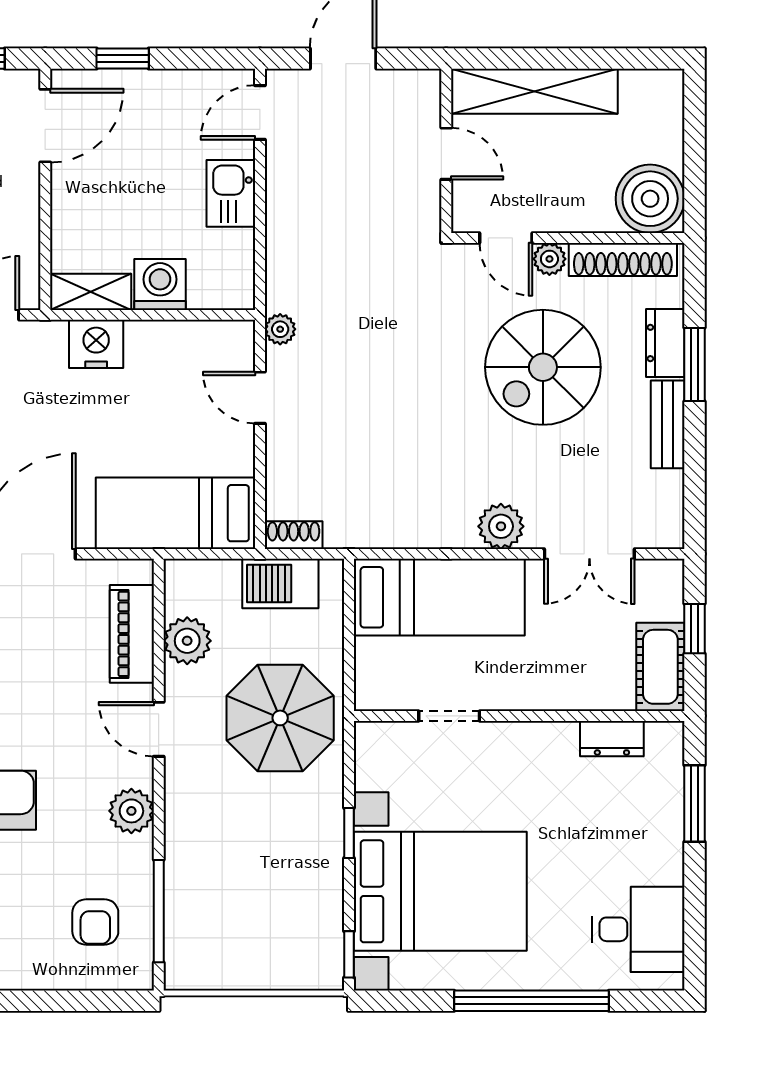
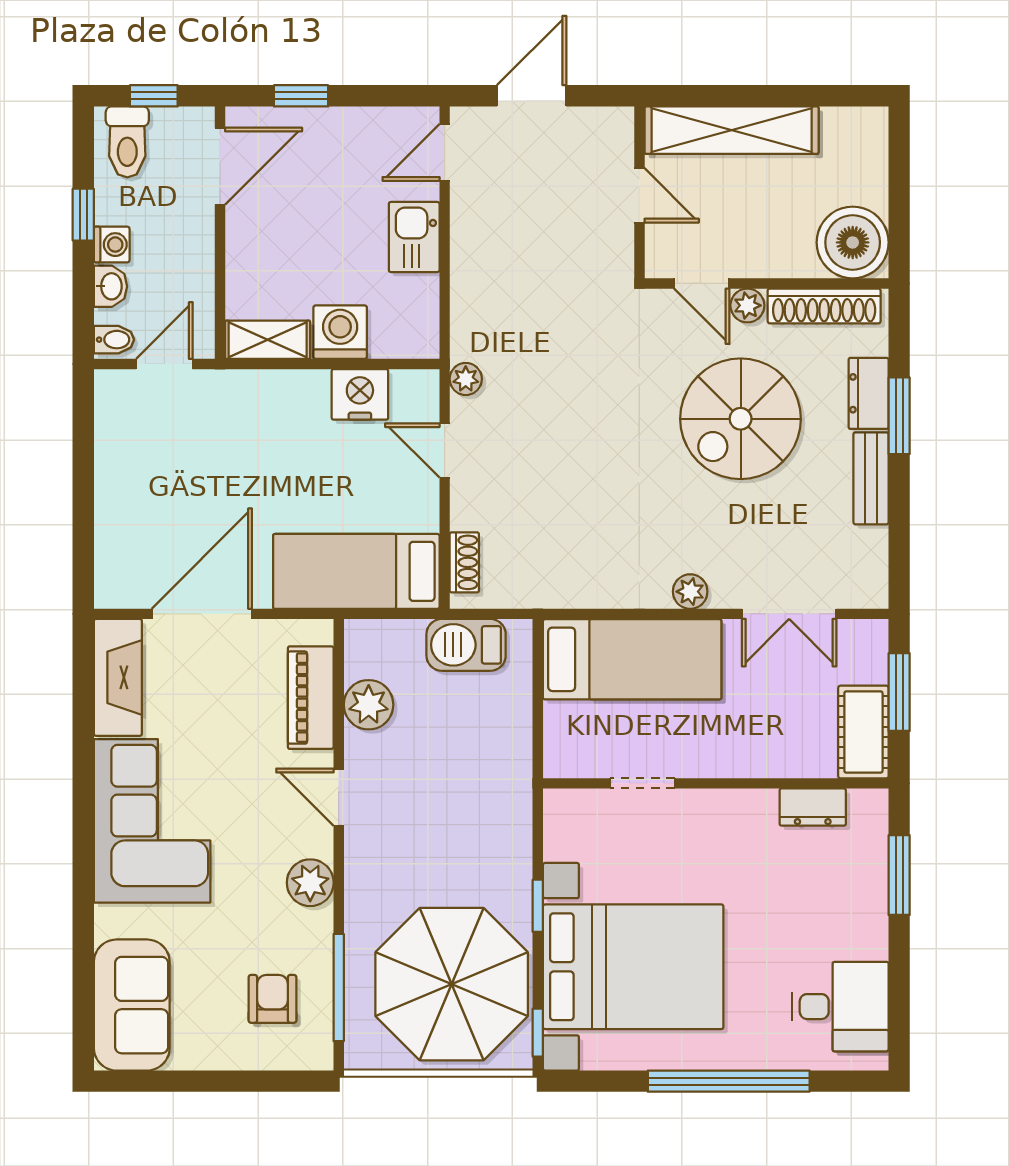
nightstand: (96, 344) -> (360, 394), moved
plant: (501, 526) -> (690, 592), width x0.73, depth x0.73
shoe rack: (294, 535) -> (464, 562), moved, turned 90
window: (695, 629) -> (899, 692), width x1.50
parasol: (280, 718) -> (452, 984), moved, width x1.36, depth x1.36
armchair: (95, 922) -> (272, 999), turned 180

